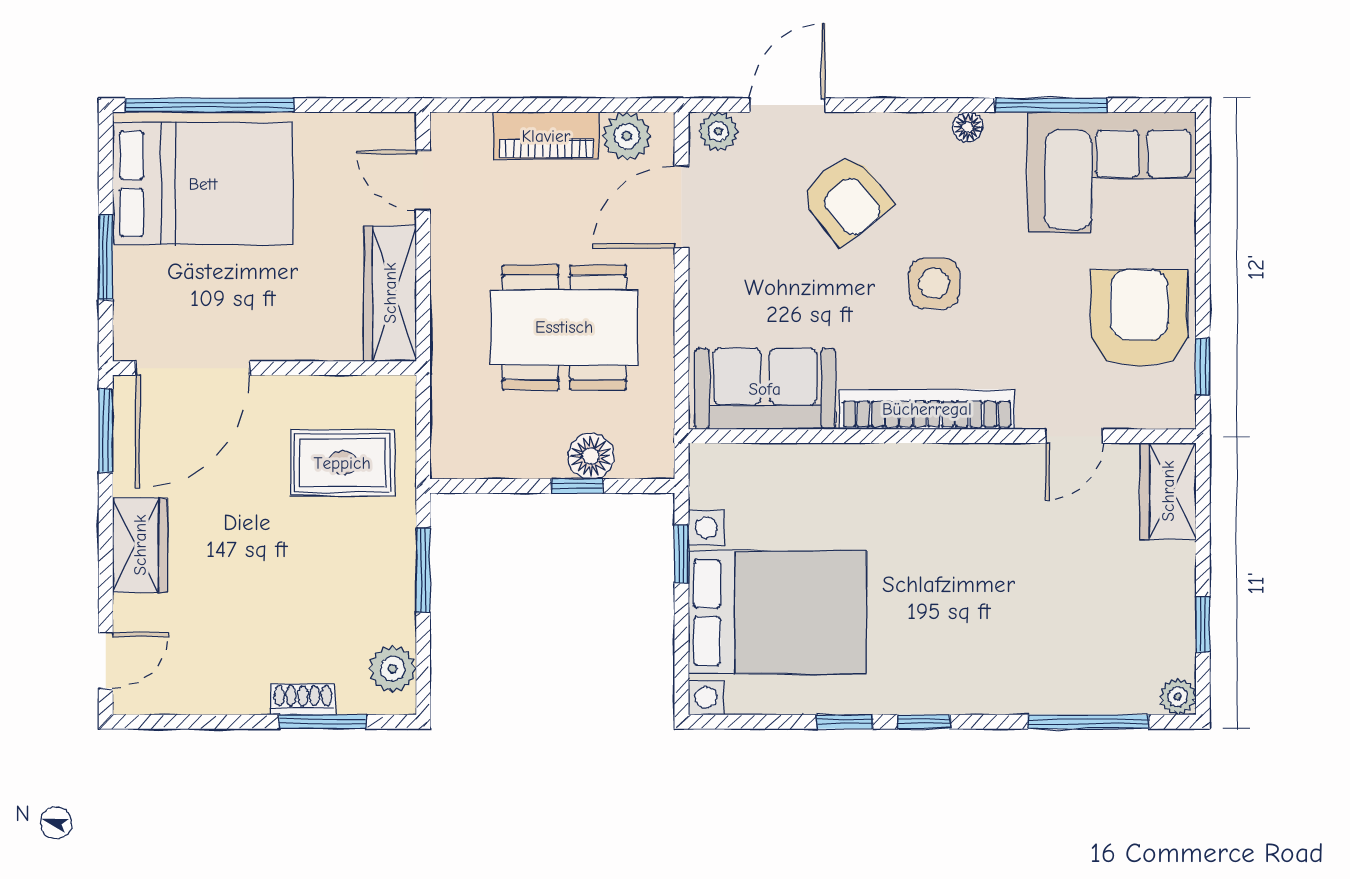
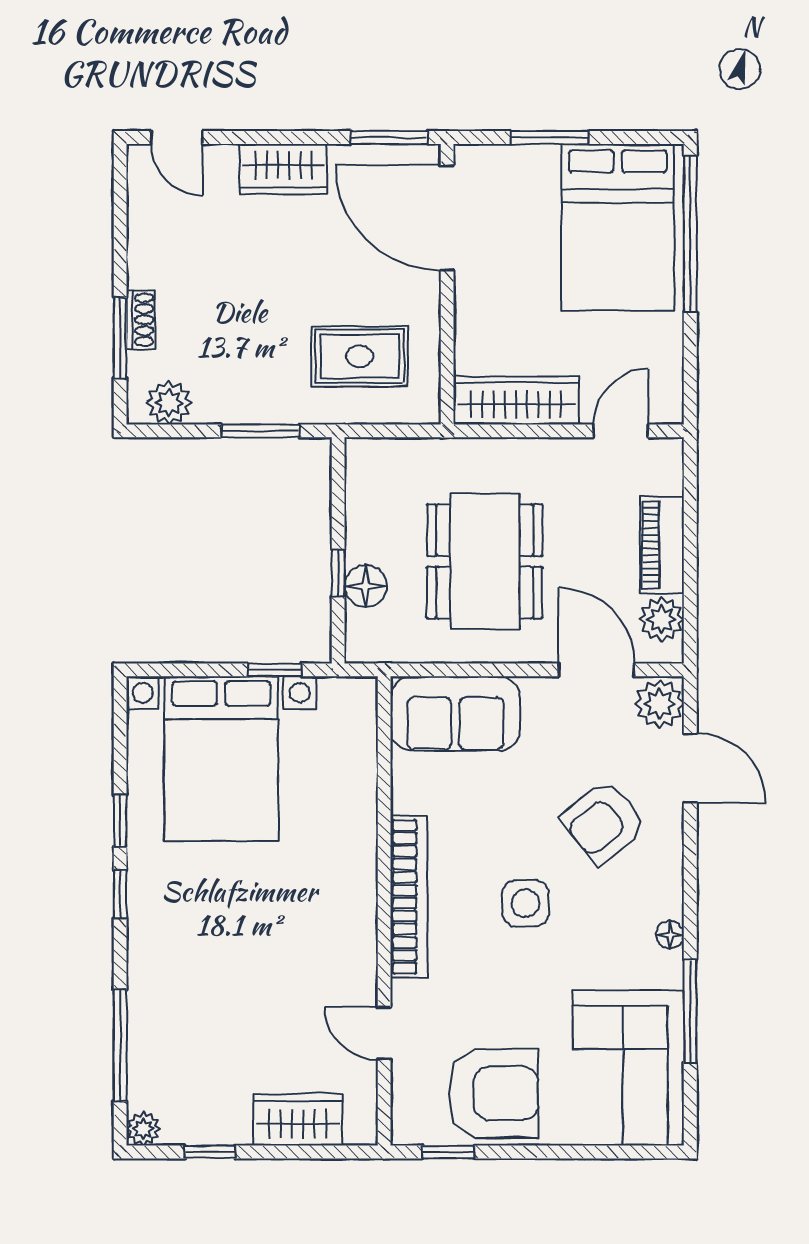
plant: (718, 131) -> (659, 704), width x1.38, depth x1.38
sofa: (765, 389) -> (455, 714), moved, turned 90
rug: (342, 463) -> (360, 356), turned 90
wardrobe: (1168, 491) -> (298, 1120), moved

